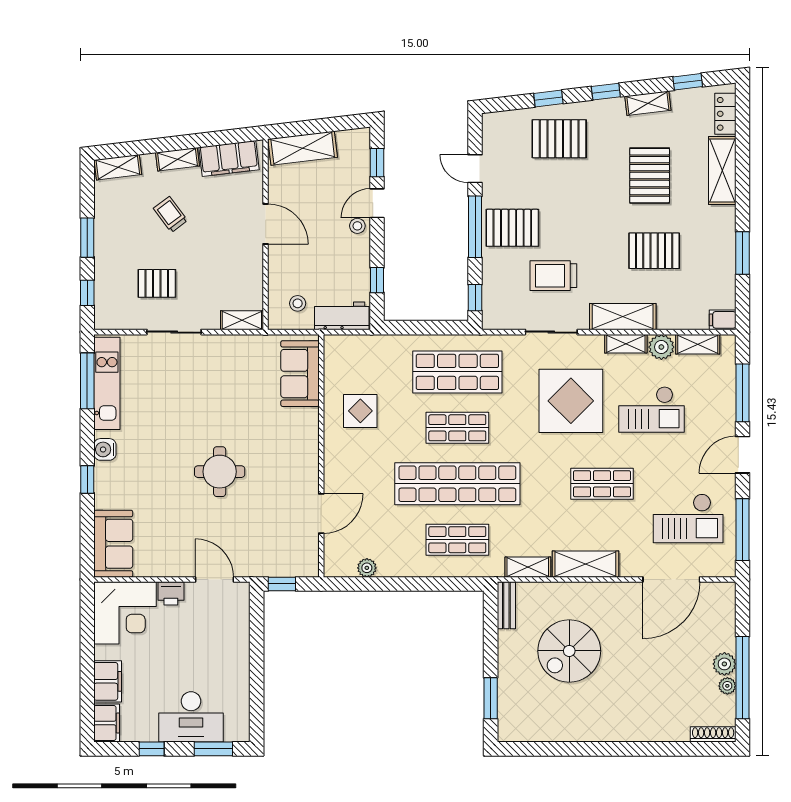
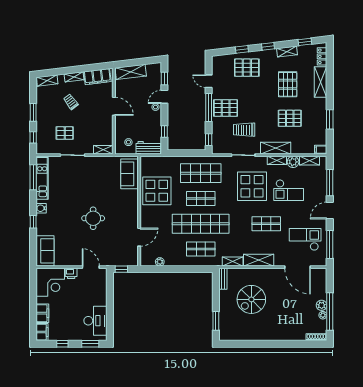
display table: (360, 411) -> (157, 191), width x1.86, depth x1.86
checkout: (688, 518) -> (305, 239), turned 180
door: (671, 580) -> (298, 267), hinge flipped
desk: (191, 717) -> (95, 321), moved, turned -90

